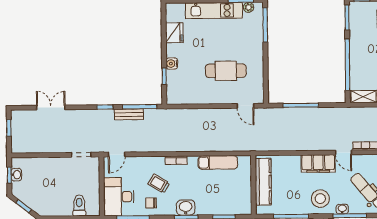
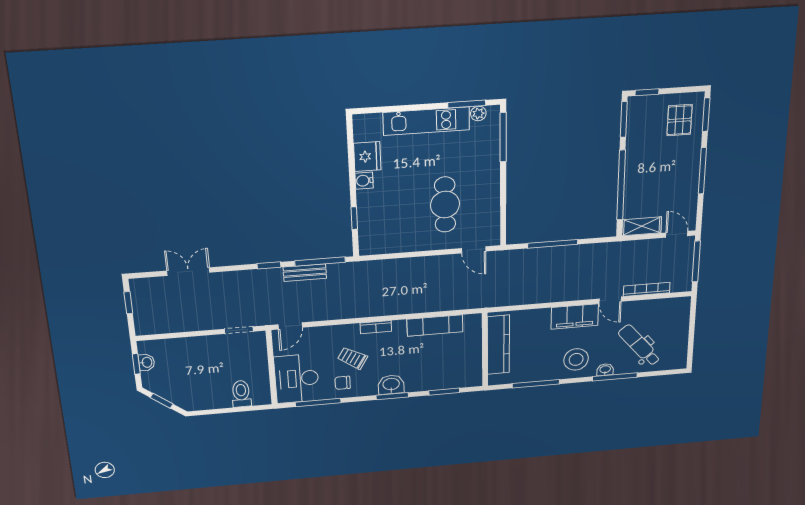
water cooler: (172, 64) -> (364, 181), moved
cafe table: (226, 71) -> (445, 205), turned 90

